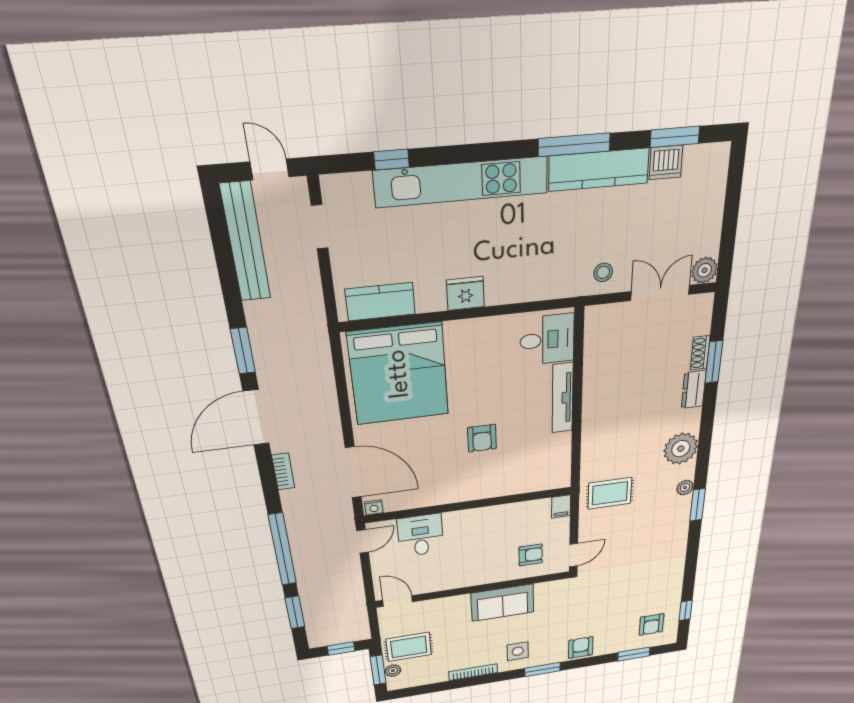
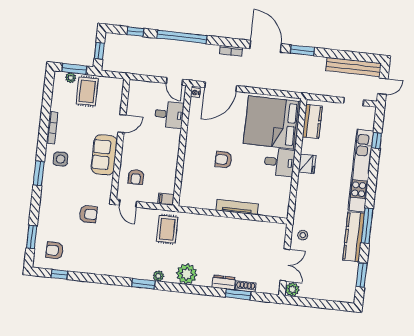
dishwasher: (666, 162) -> (351, 270), removed
desk: (547, 340) -> (279, 162), moved, turned -90
door: (398, 601) -> (122, 124), moved
window: (295, 612) -> (135, 32), width x0.67
armchair: (581, 648) -> (88, 214), moved

